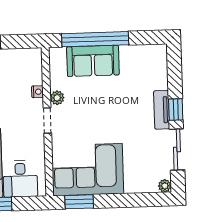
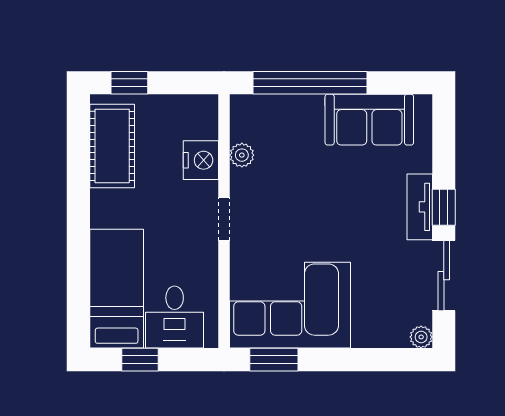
sofa: (93, 61) -> (369, 120), moved
nightstand: (37, 92) -> (201, 160), width x1.89, depth x1.79
plant: (57, 98) -> (242, 155), moved

